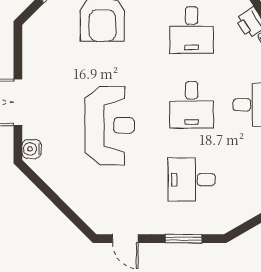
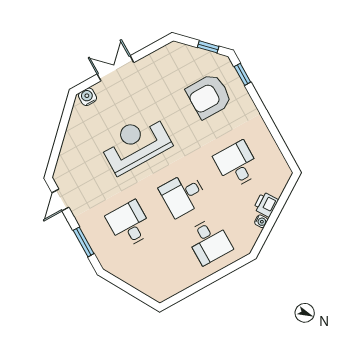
desk: (192, 30) -> (237, 165), turned 90
reception desk: (110, 125) -> (136, 144), turned 180

